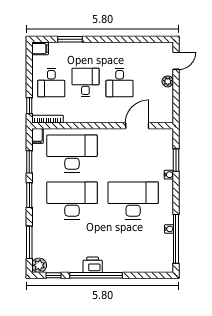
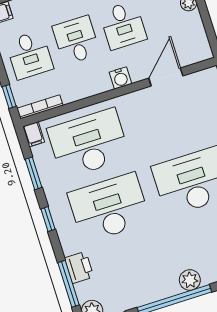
water cooler: (107, 117) -> (120, 78), added
window: (29, 195) -> (48, 219), width x0.67
printer: (93, 265) -> (79, 267), moved, turned 90
plant: (110, 265) -> (190, 280), added

